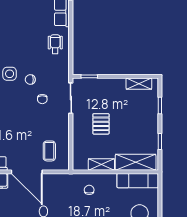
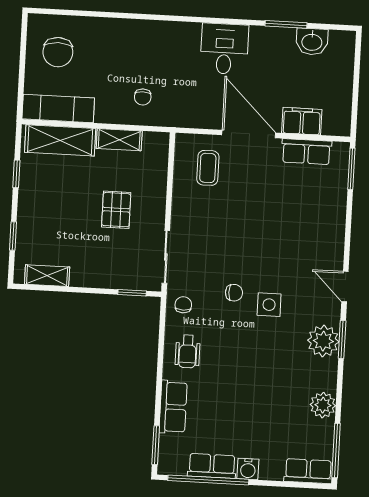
chair: (42, 99) -> (183, 305), moved

